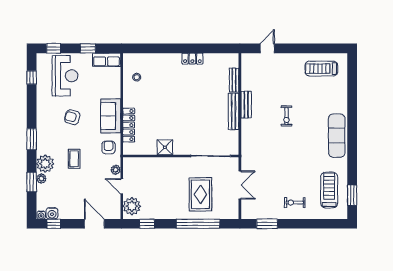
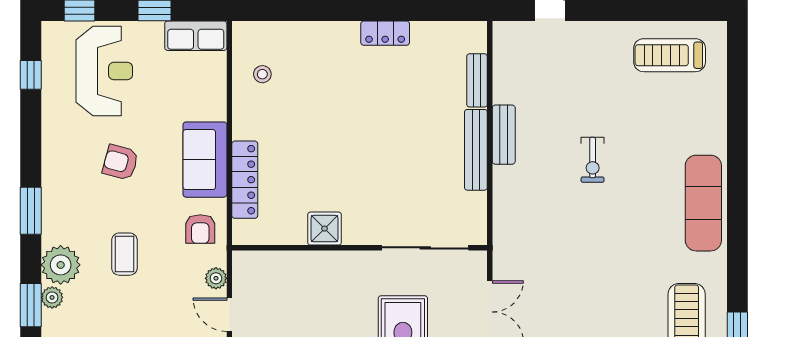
armchair: (109, 147) -> (200, 229), turned 180

